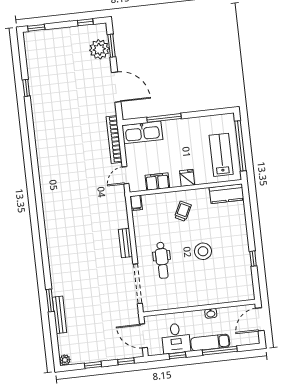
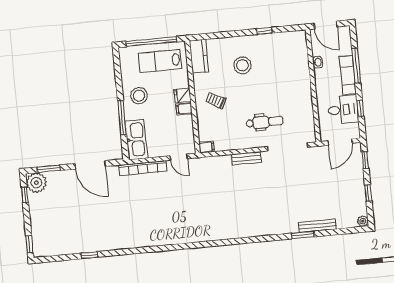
plant: (99, 49) -> (36, 183), moved
door: (116, 87) -> (90, 165), swing flipped
stool: (186, 134) -> (139, 96), added
filing cabinet: (157, 182) -> (184, 109), moved, width x0.50
stool: (203, 251) -> (242, 65), moved
washbasin: (211, 313) -> (317, 62), moved

